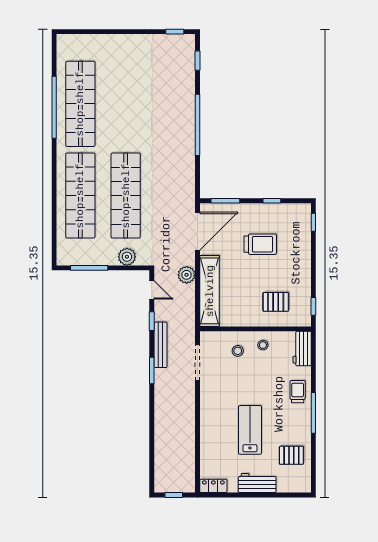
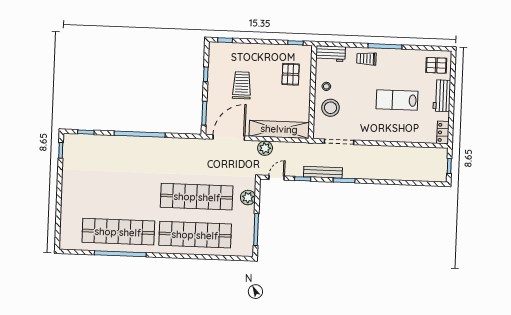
door: (198, 231) -> (229, 138), hinge flipped
stool: (238, 351) -> (330, 108), width x1.89, depth x1.89
pallet: (291, 455) -> (436, 65), moved, turned 90

